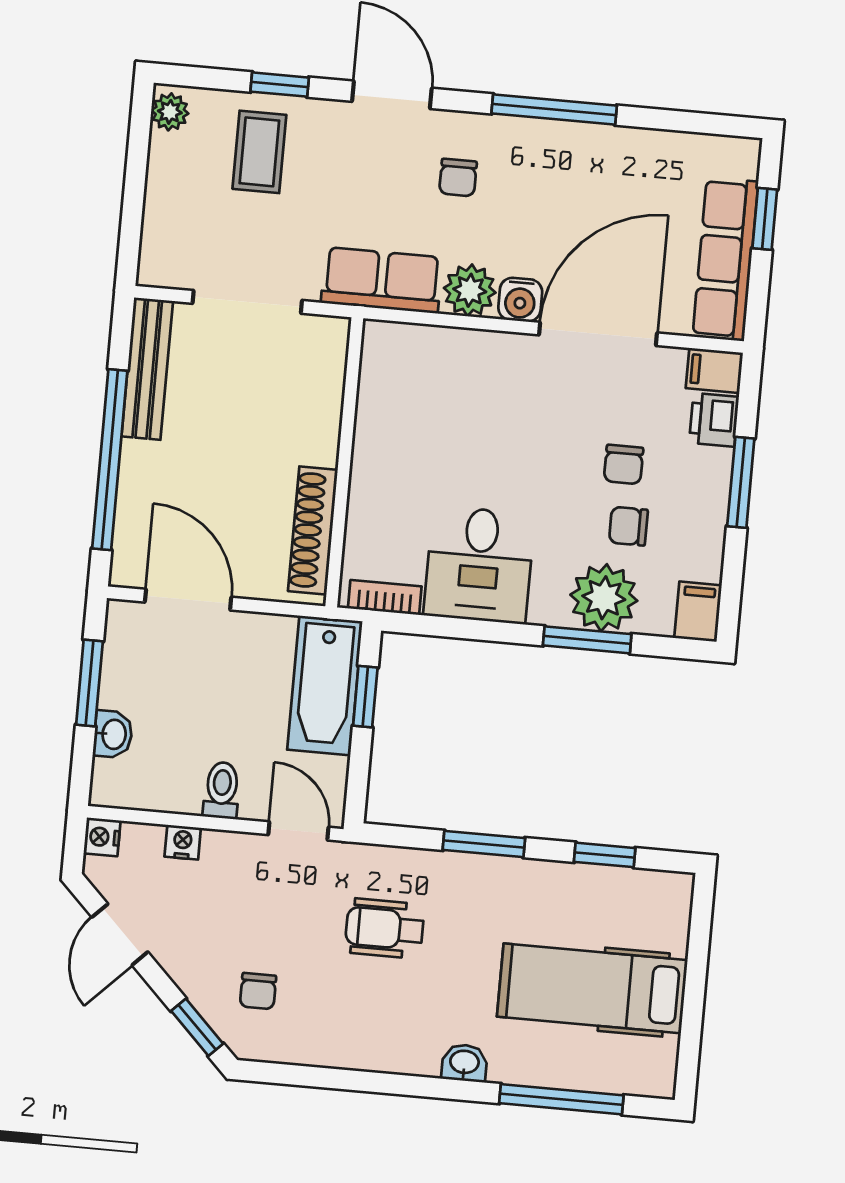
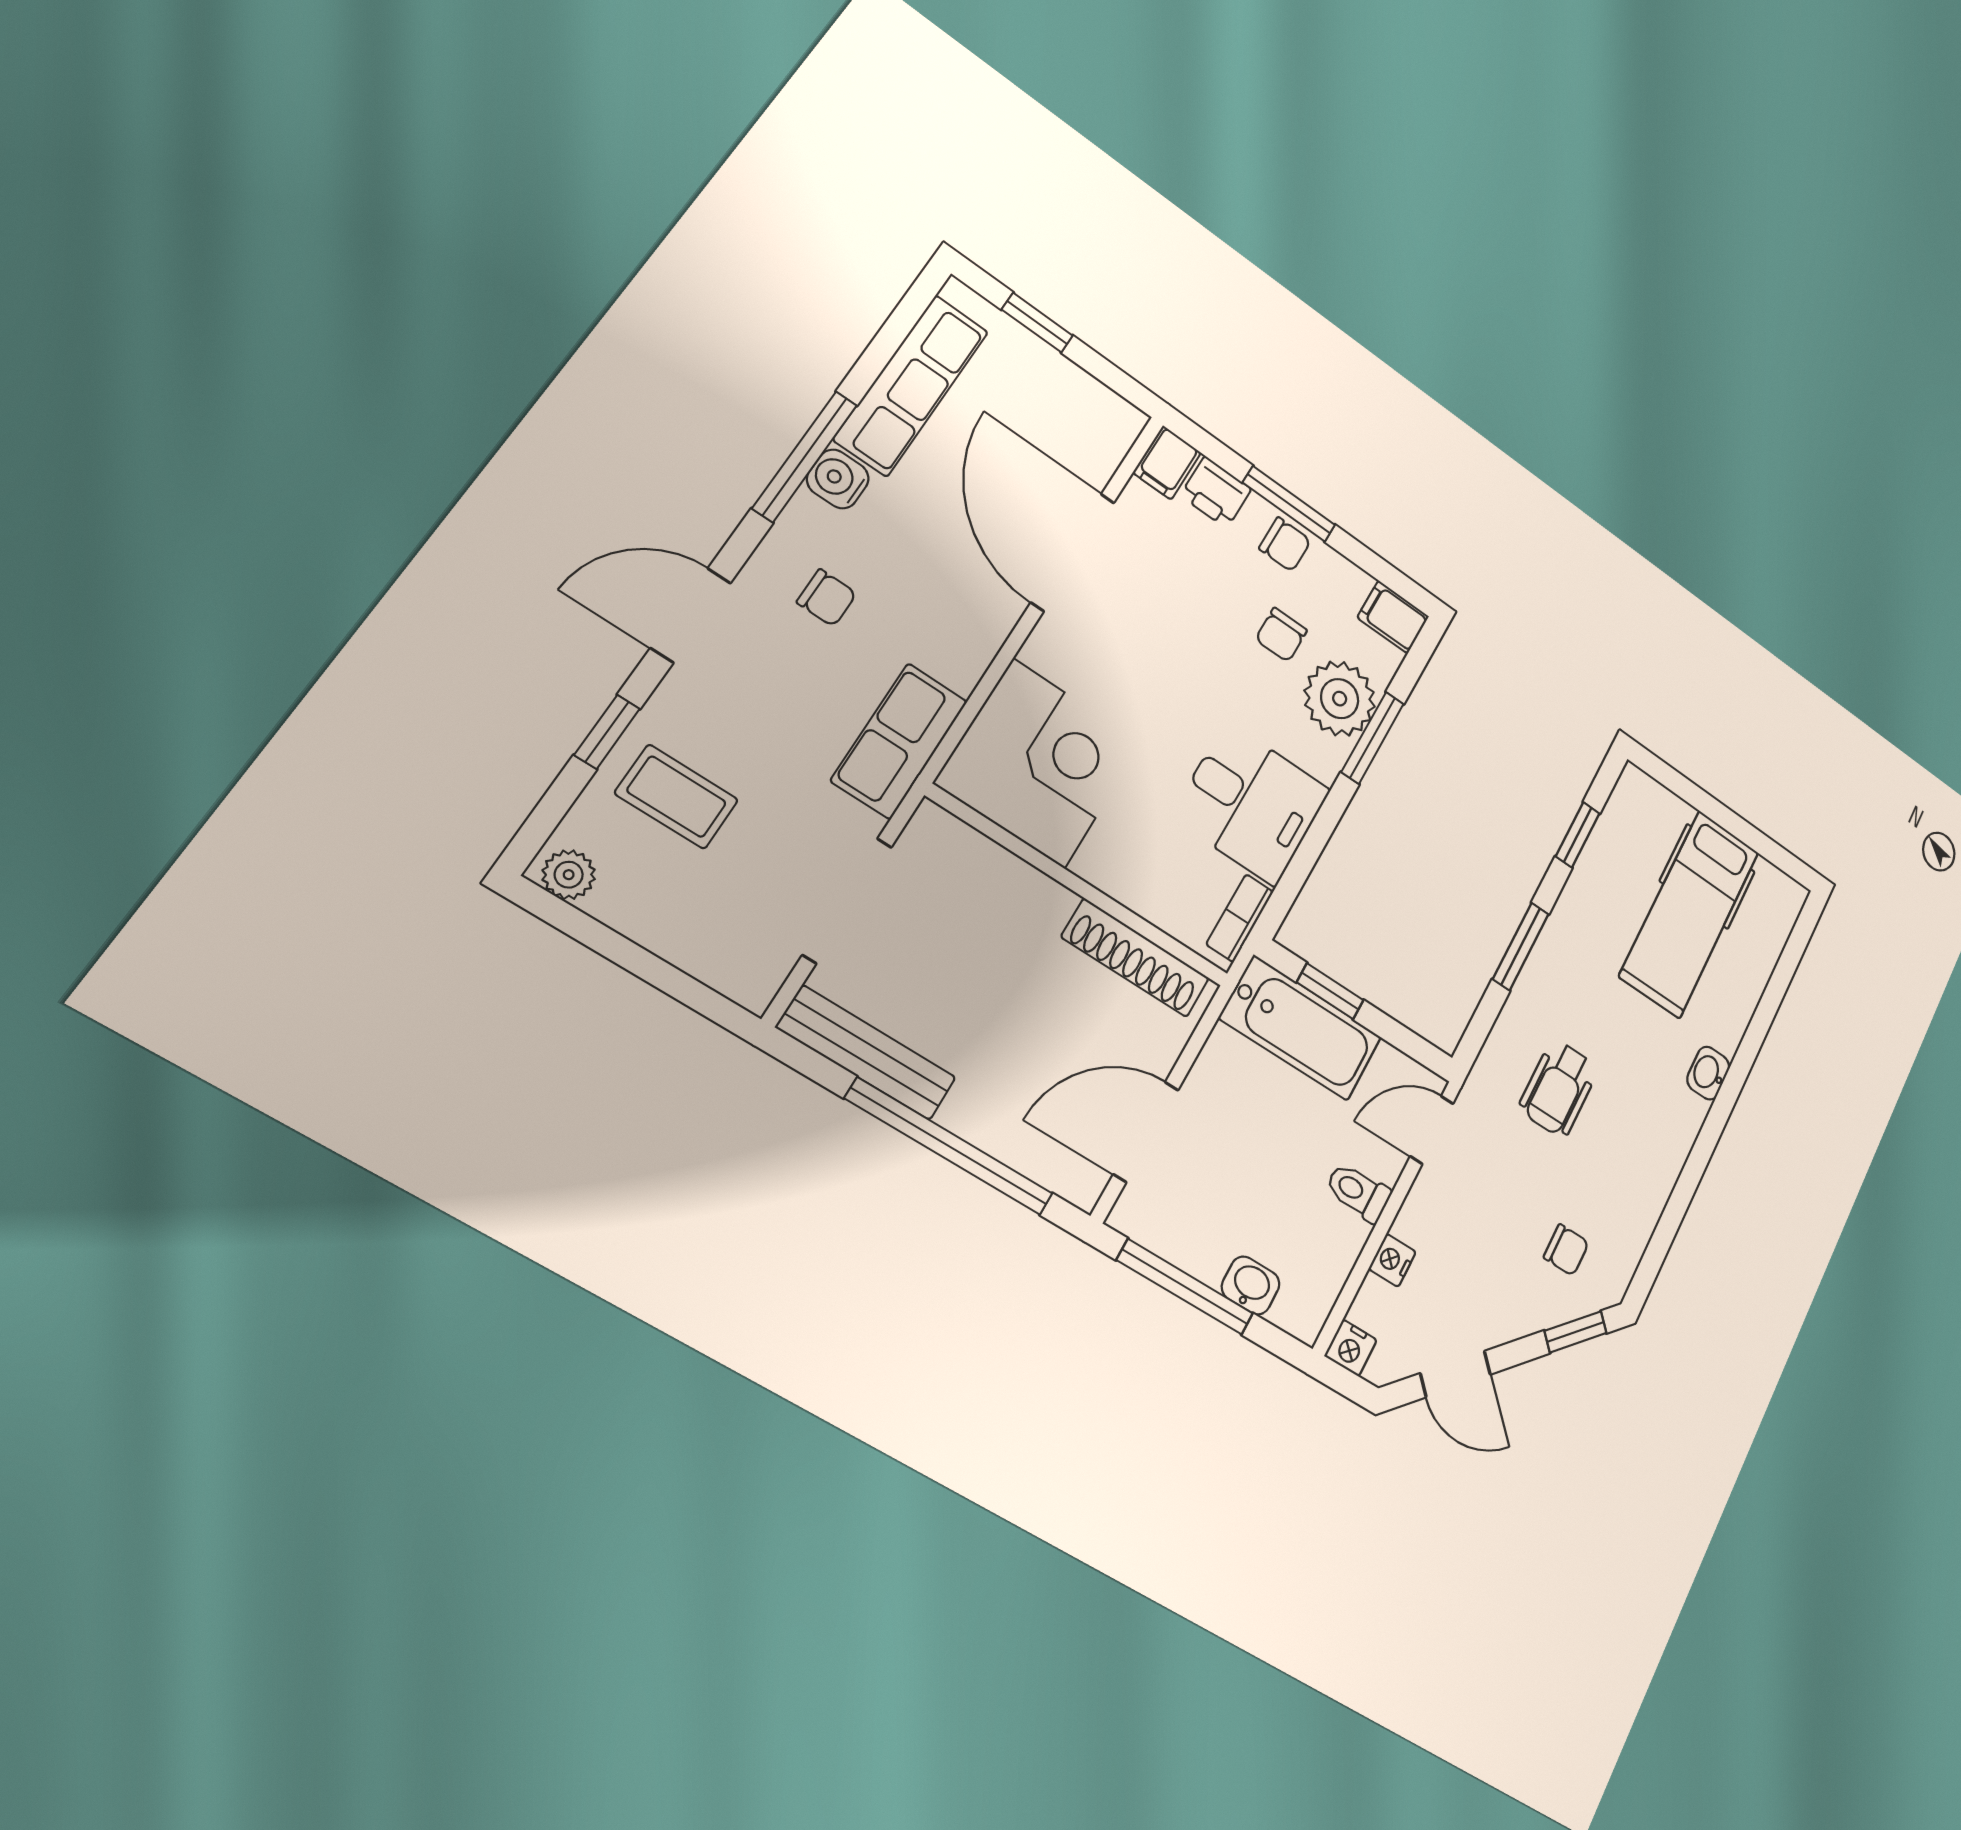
row of seats: (725, 259) -> (912, 385), moved, turned -90
plant: (470, 290) -> (959, 655), removed
water cooler: (520, 300) -> (838, 479), moved, turned 180
corner desk: (421, 388) -> (1039, 763), added
chair: (624, 464) -> (1285, 544), moved
window: (89, 683) -> (1185, 1287), width x1.44
window: (561, 1099) -> (1773, 996), removed

